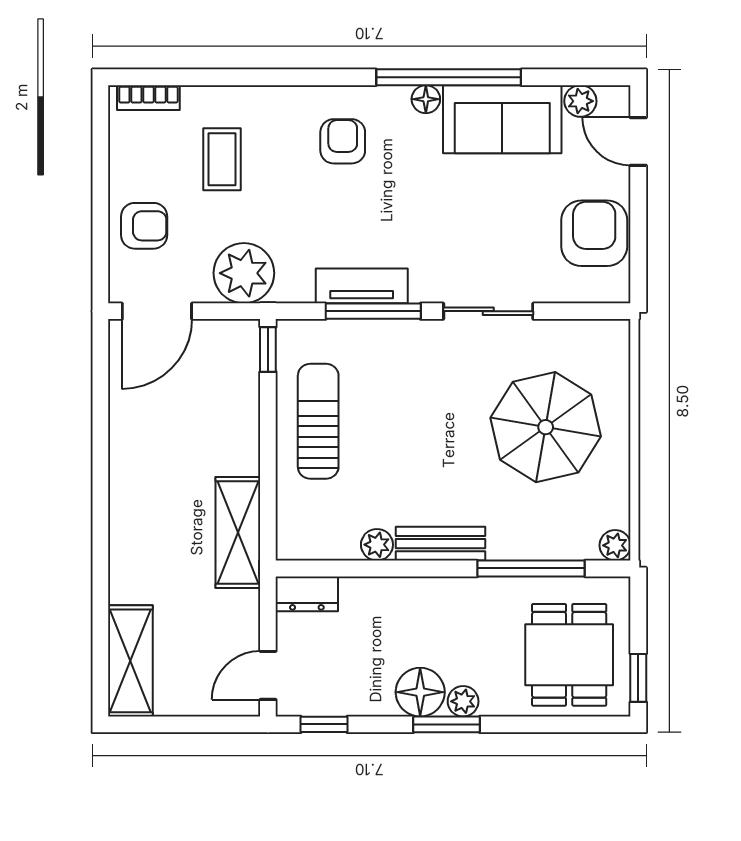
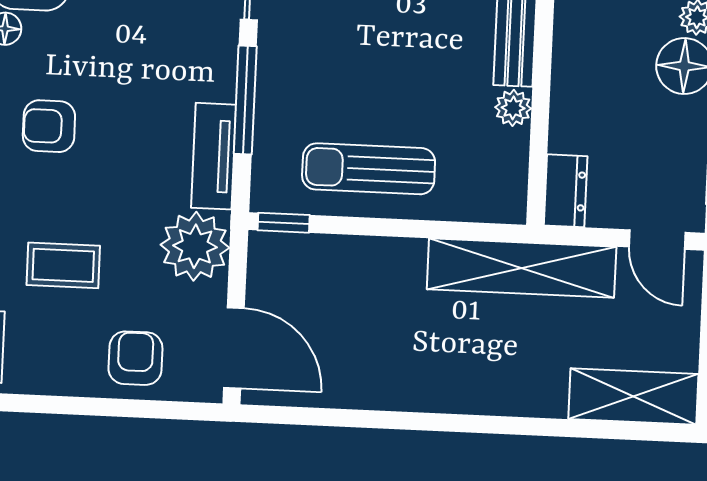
tv unit: (362, 286) -> (214, 156), moved
shelving: (238, 532) -> (522, 268), width x1.47

